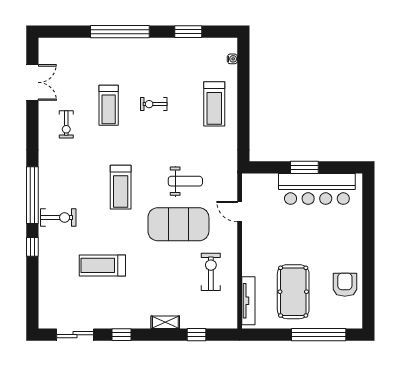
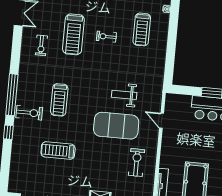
treadmill: (214, 104) -> (142, 29), moved
treadmill: (109, 105) -> (73, 34), width x1.37, depth x1.38
weight bench: (185, 181) -> (124, 95), turned 180
treadmill: (121, 187) -> (59, 100), moved

